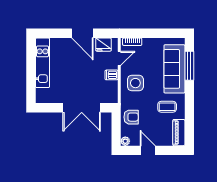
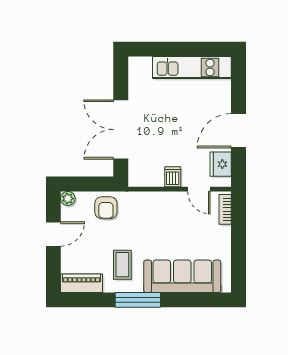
window: (189, 66) -> (138, 300), moved
side table: (135, 83) -> (160, 215), removed

